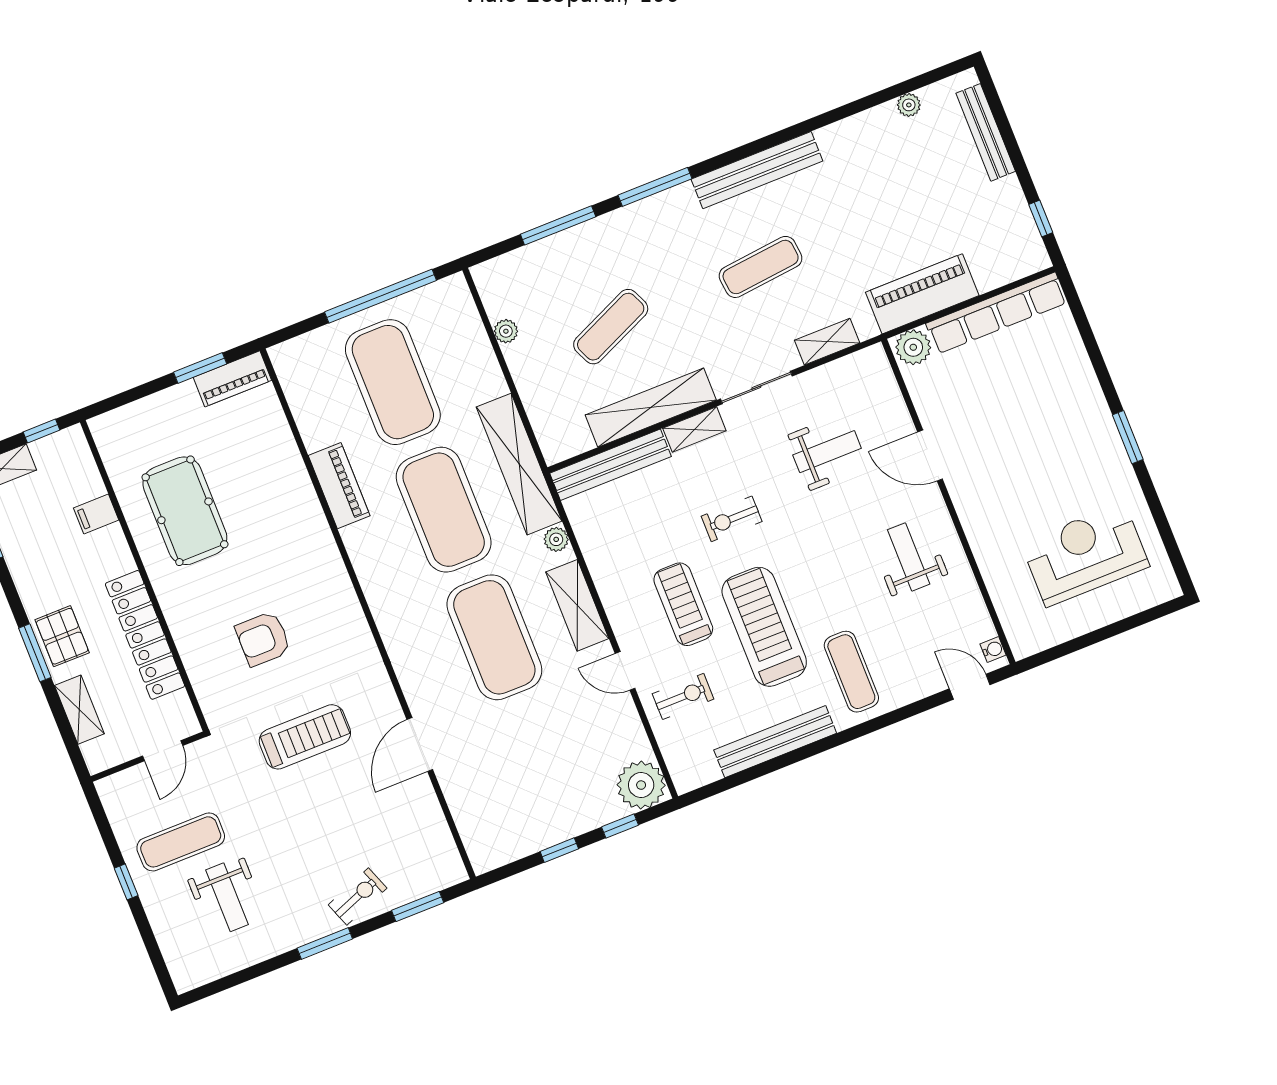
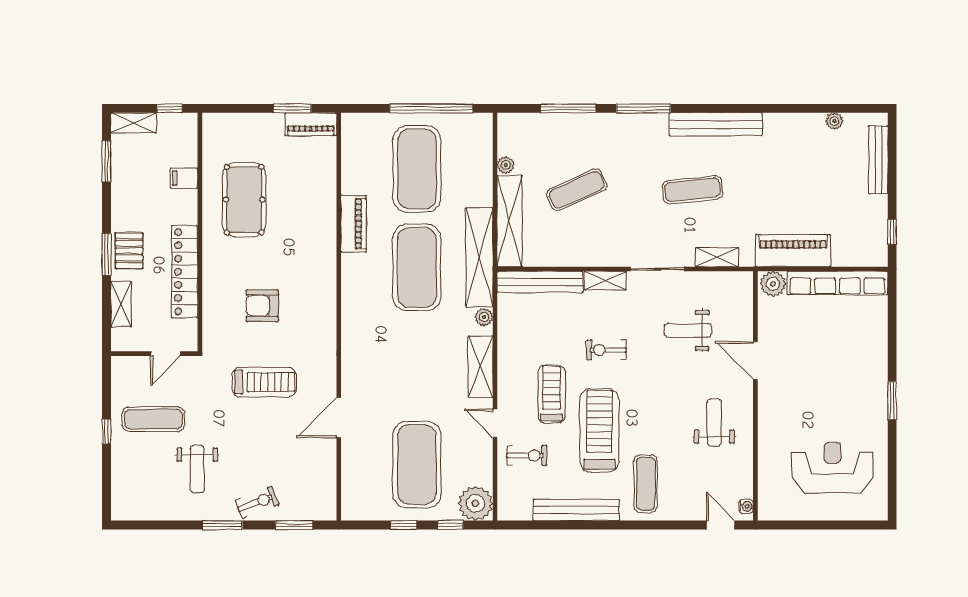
shelving: (651, 408) -> (510, 221), moved, turned 90
weight bench: (827, 452) -> (688, 330), turned 180
exercise mat: (494, 637) -> (417, 465), moved
weight bench: (227, 897) -> (197, 469), moved

